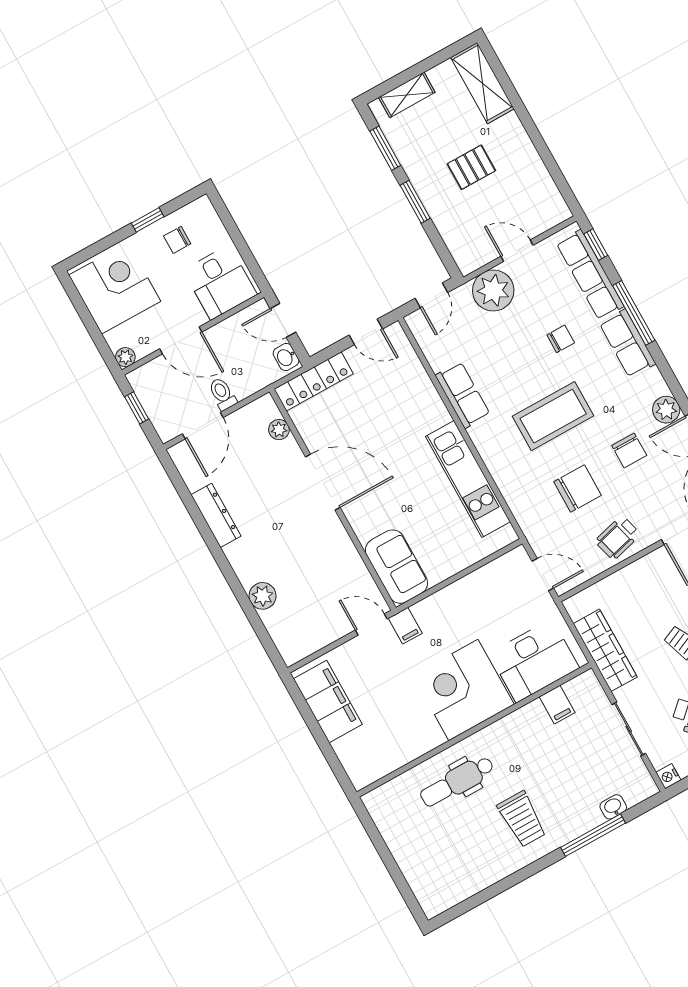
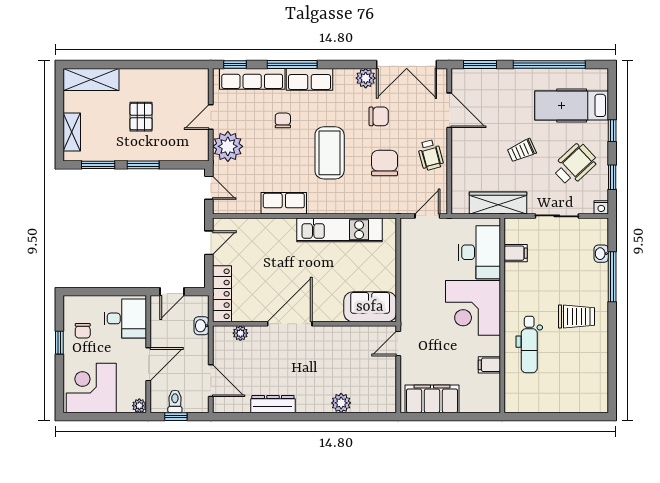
washbasin: (286, 357) -> (201, 326), moved, turned 90
toilet: (222, 394) -> (175, 401), moved, turned 90
filing cabinet: (405, 626) -> (489, 365), moved, turned 180

